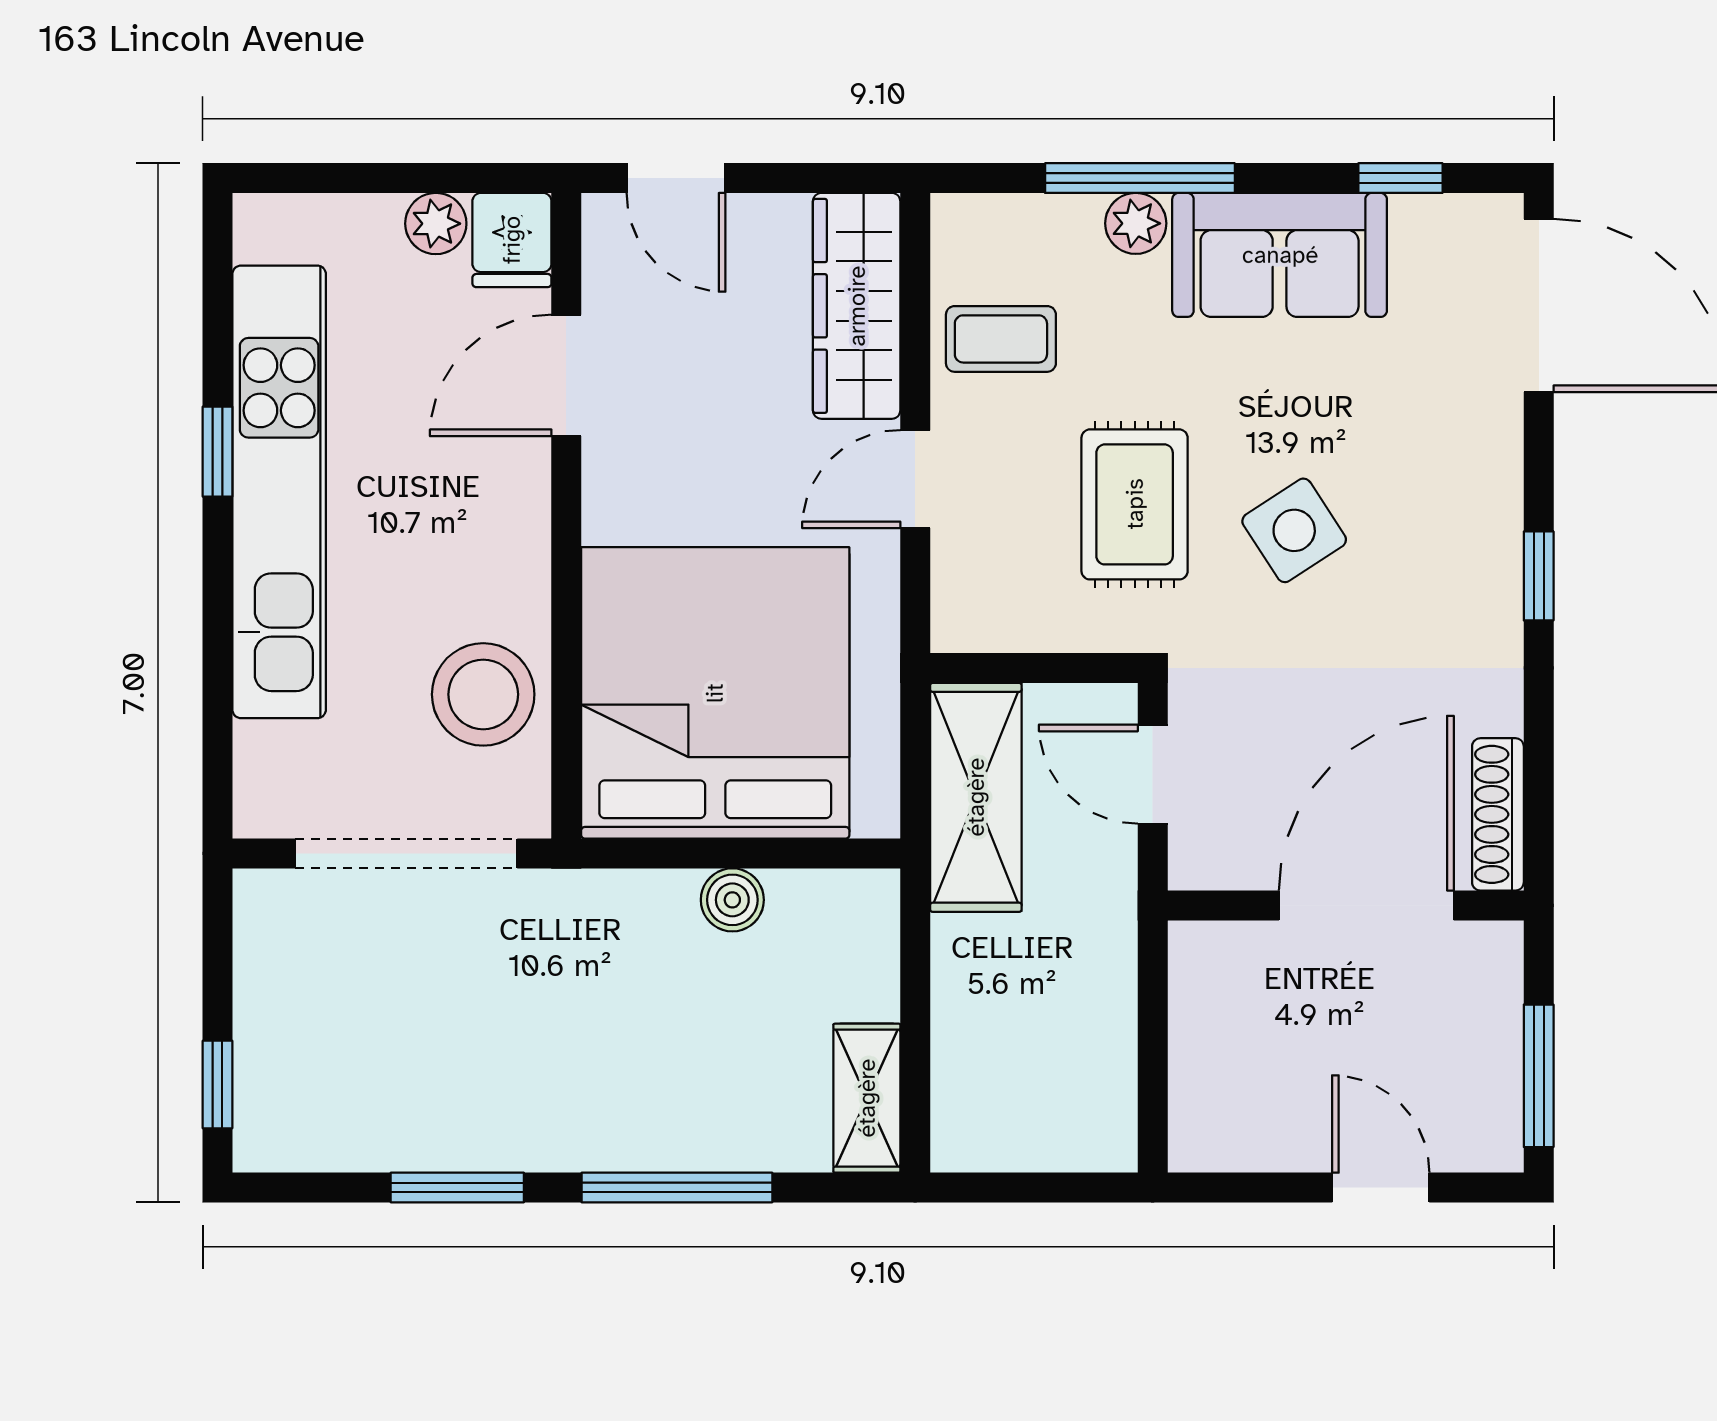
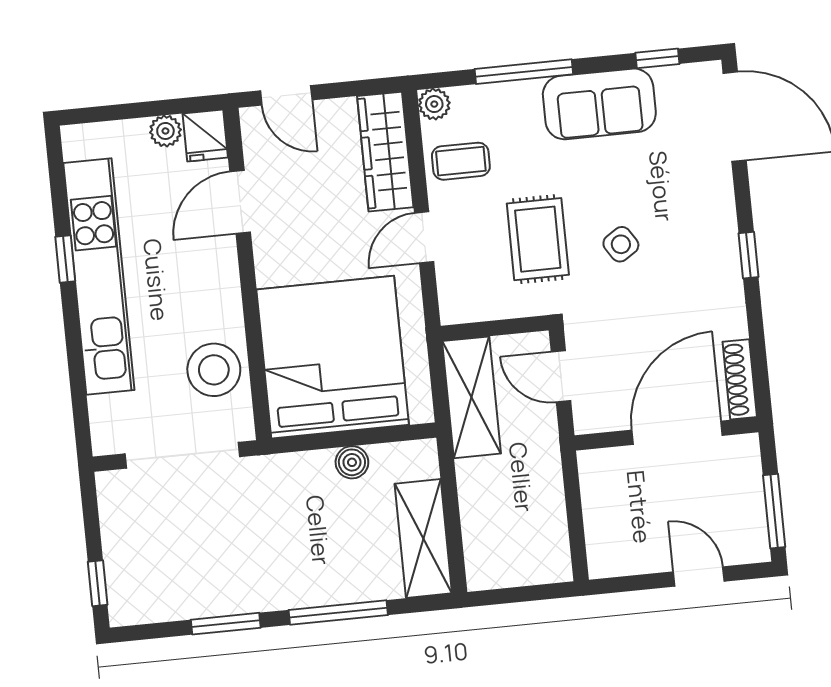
plant: (1136, 223) -> (434, 104), moved
side table: (1294, 530) -> (621, 244), width x0.73, depth x0.73
shelving: (867, 1098) -> (423, 539), width x1.50, depth x1.33

